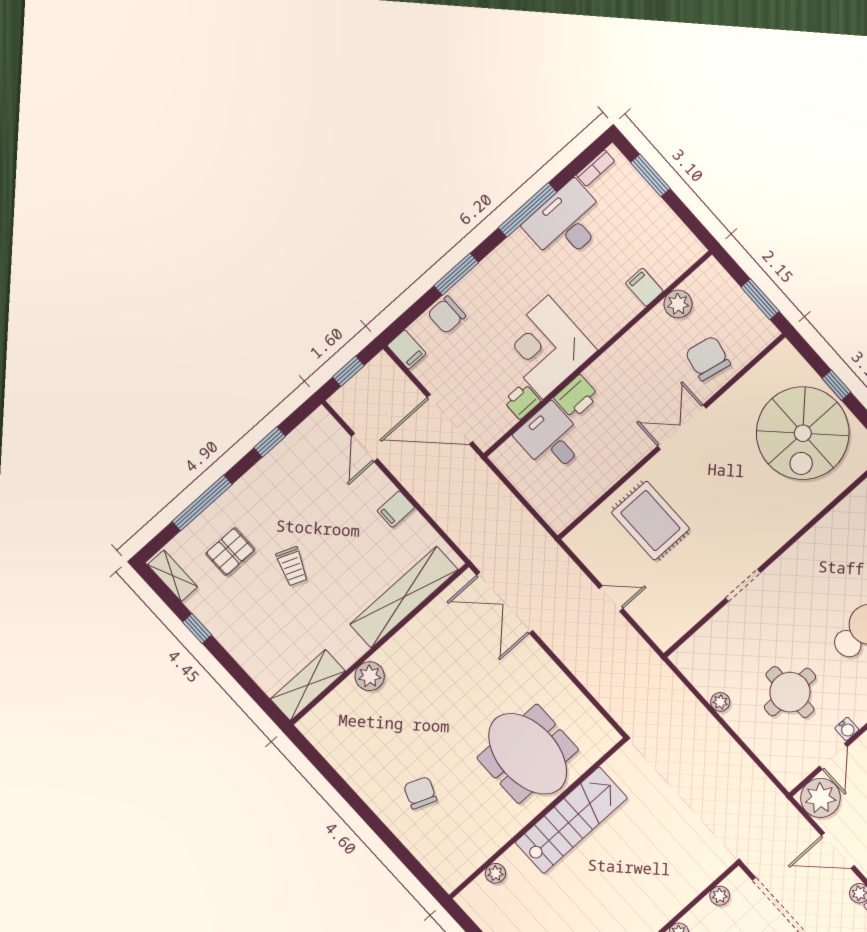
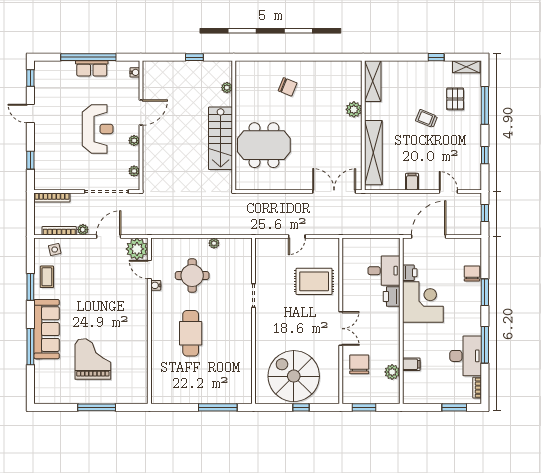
filing cabinet: (407, 349) -> (473, 245), removed
chair: (708, 358) -> (359, 364), turned -102

